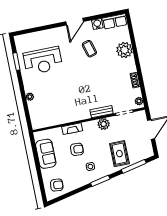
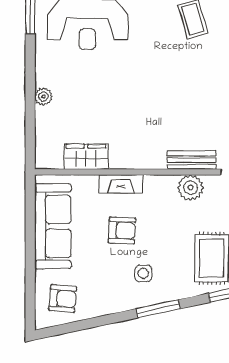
wardrobe: (54, 120) -> (86, 157), added
sofa: (46, 154) -> (53, 226), width x1.36

